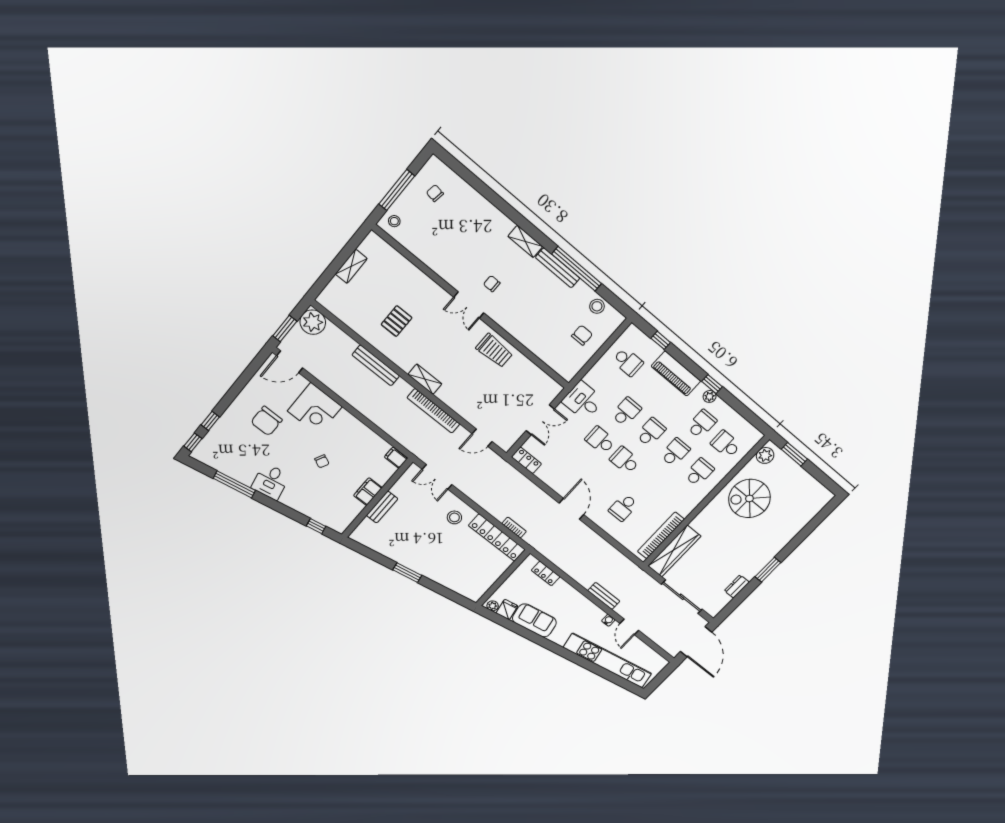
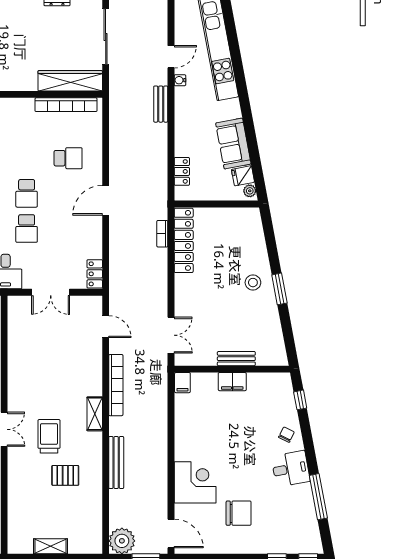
trolley: (494, 351) -> (49, 436), moved
double door: (540, 420) -> (51, 292), swing flipped
chair: (322, 461) -> (286, 435), moved
stool: (454, 517) -> (253, 283), moved

